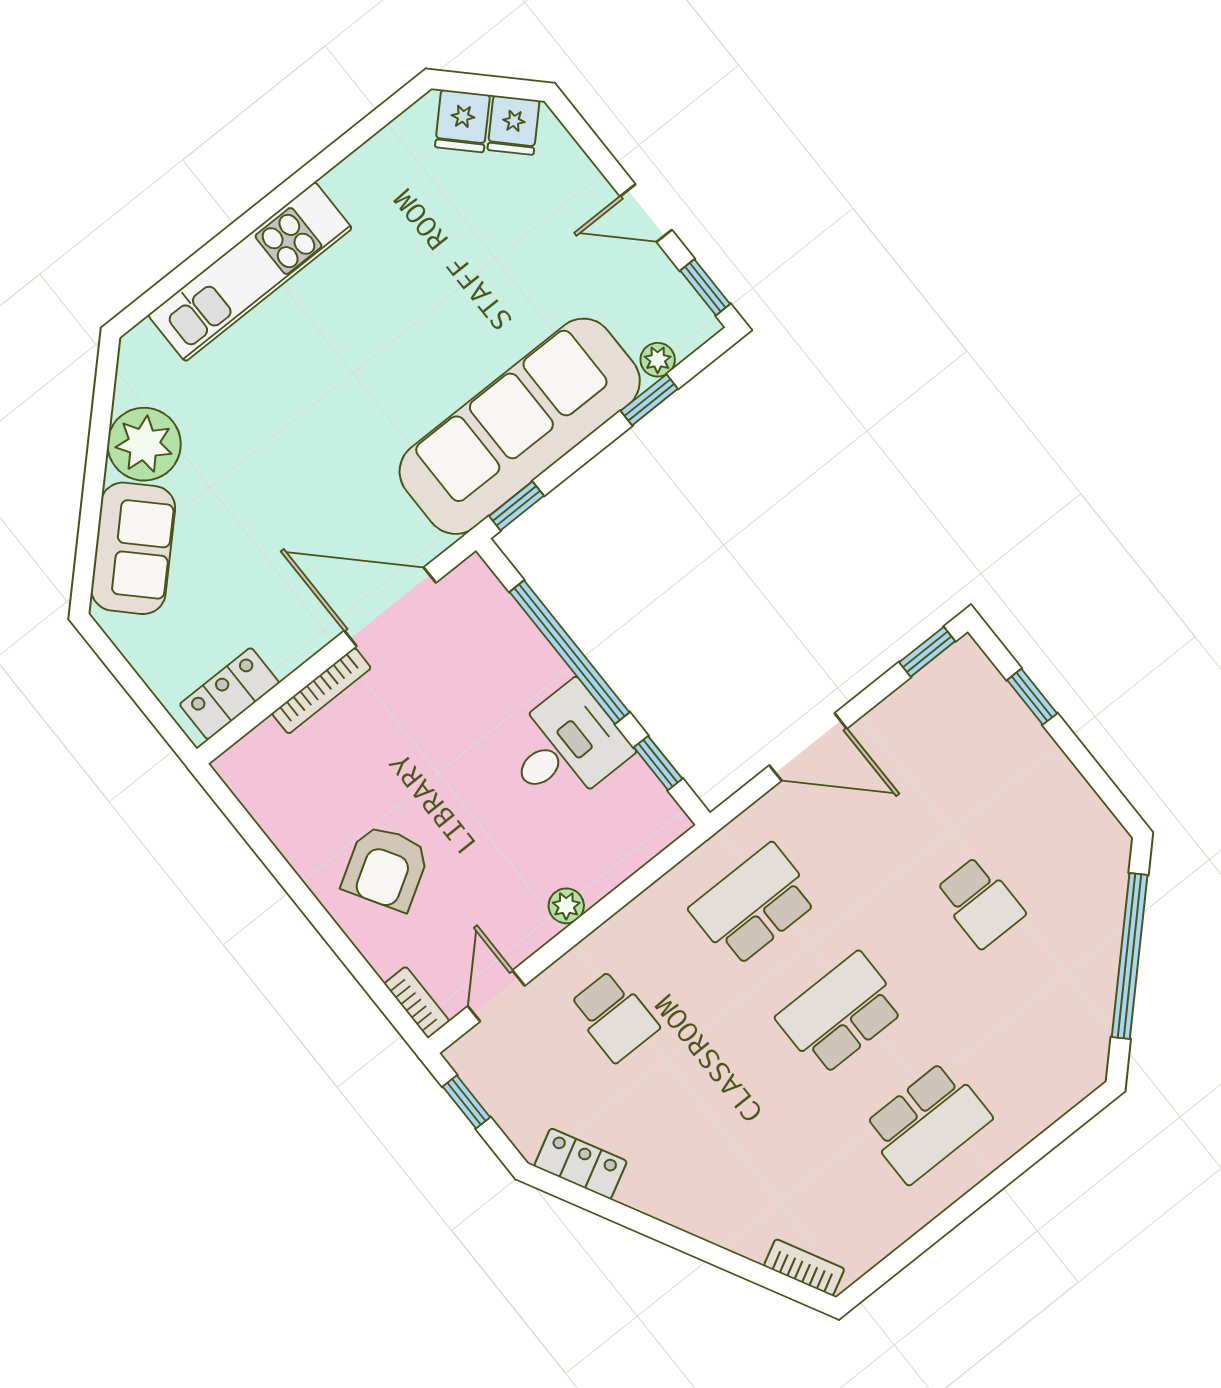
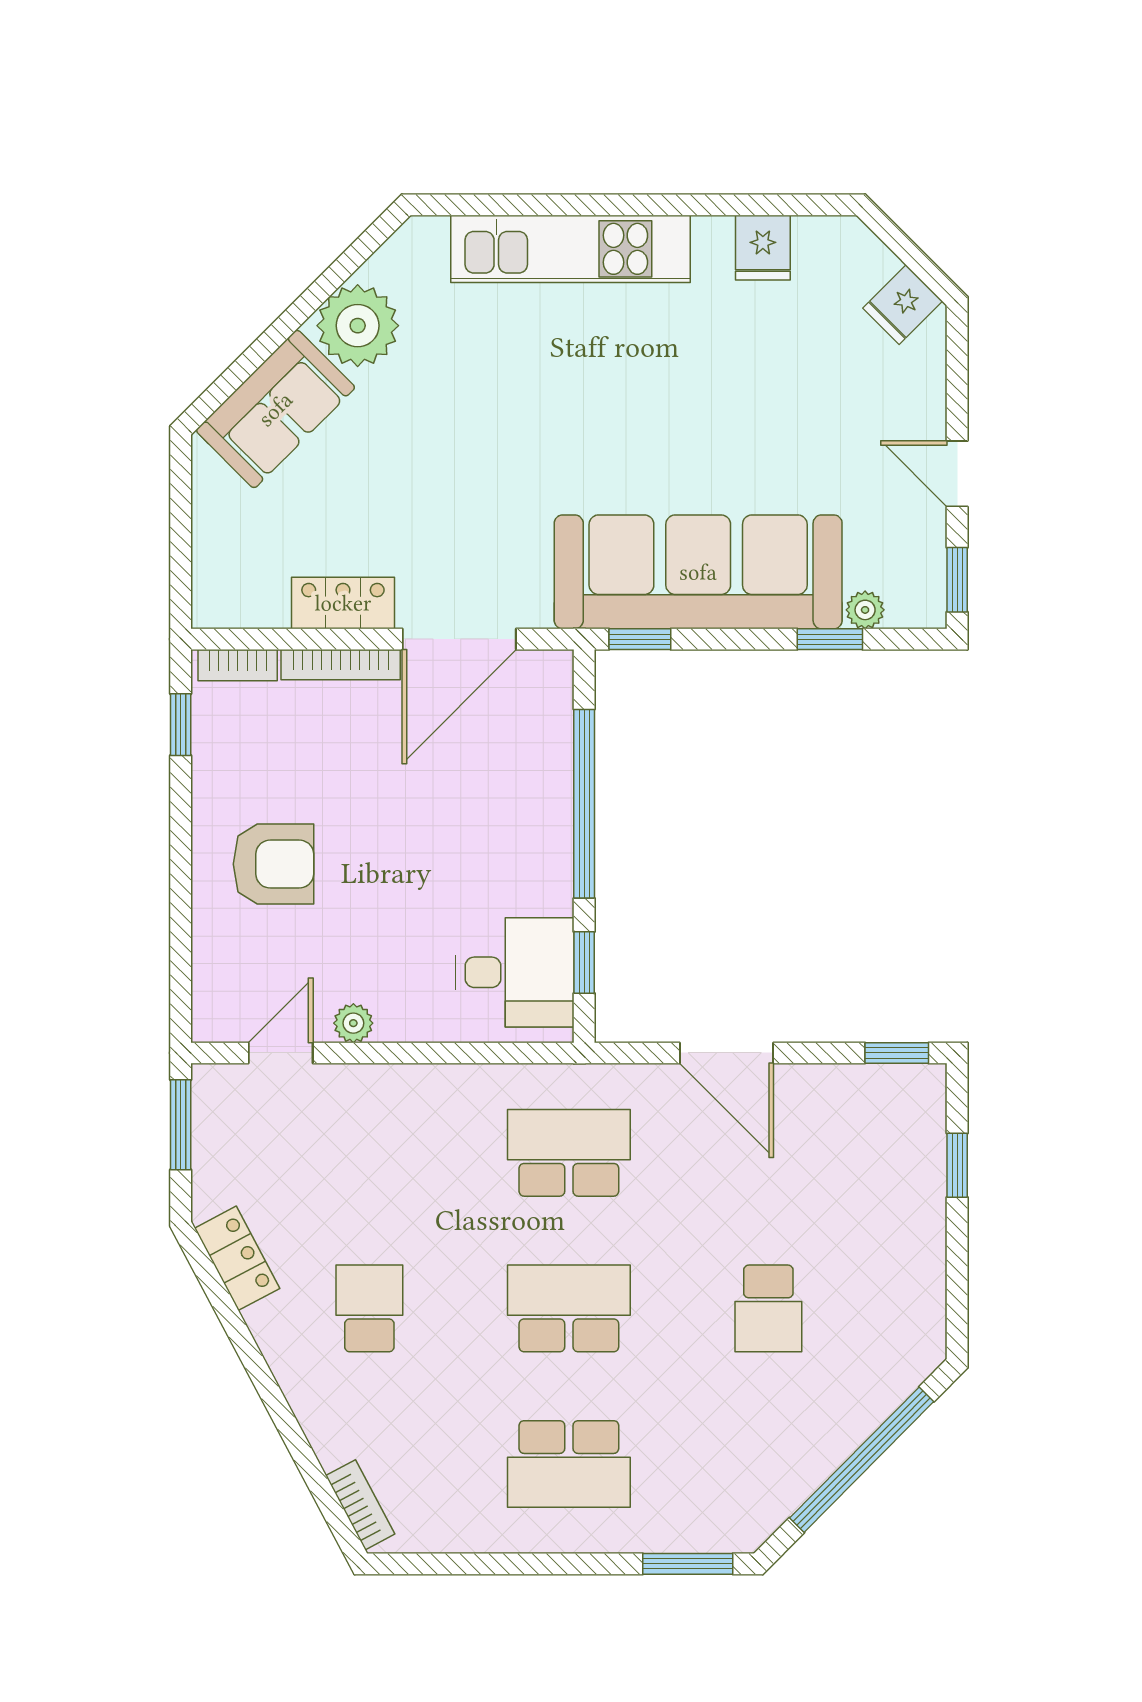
fridge: (462, 121) -> (763, 248), moved, turned -45
door: (390, 607) -> (459, 639), swing flipped
locker: (229, 694) -> (343, 603), moved
desk: (566, 747) -> (515, 972), moved
window: (243, 822) -> (181, 725), added
armchair: (386, 868) -> (274, 864), turned -149
plant: (566, 906) -> (353, 1023), moved
bookcase: (417, 1002) -> (238, 665), moved, turned 90
school desk: (614, 1016) -> (369, 1308), moved, turned 180
window: (466, 1102) -> (181, 1125), width x1.50
window: (1066, 1126) -> (688, 1564), added

